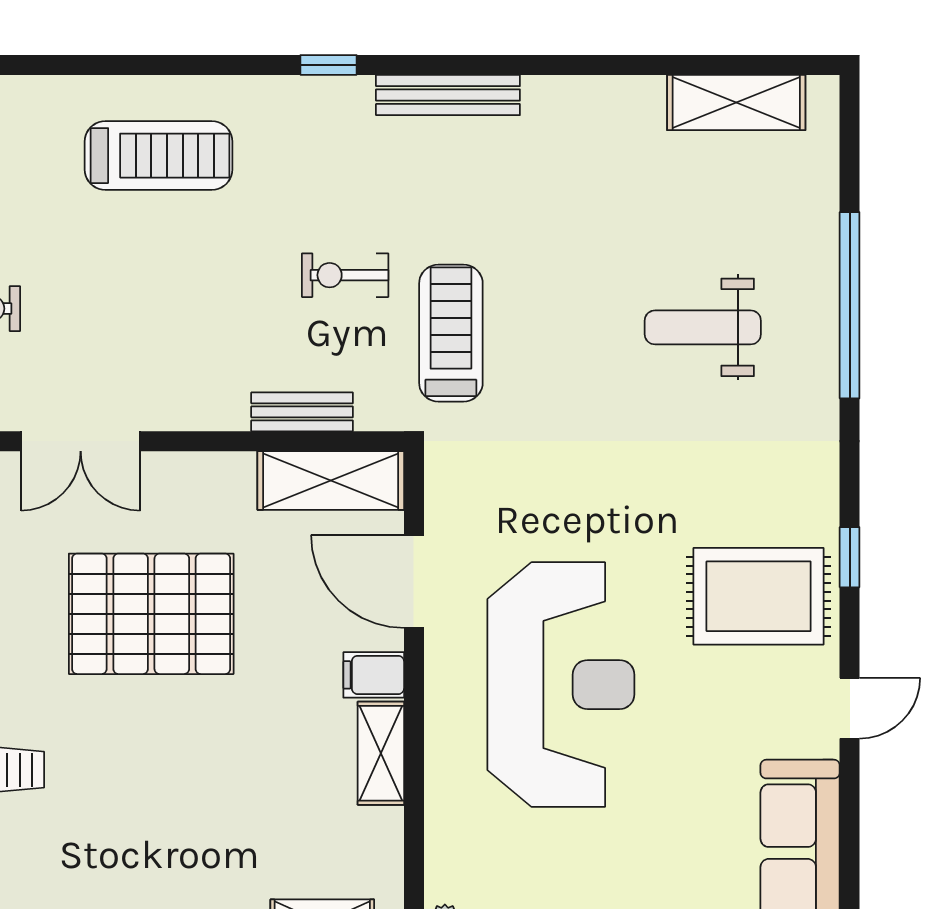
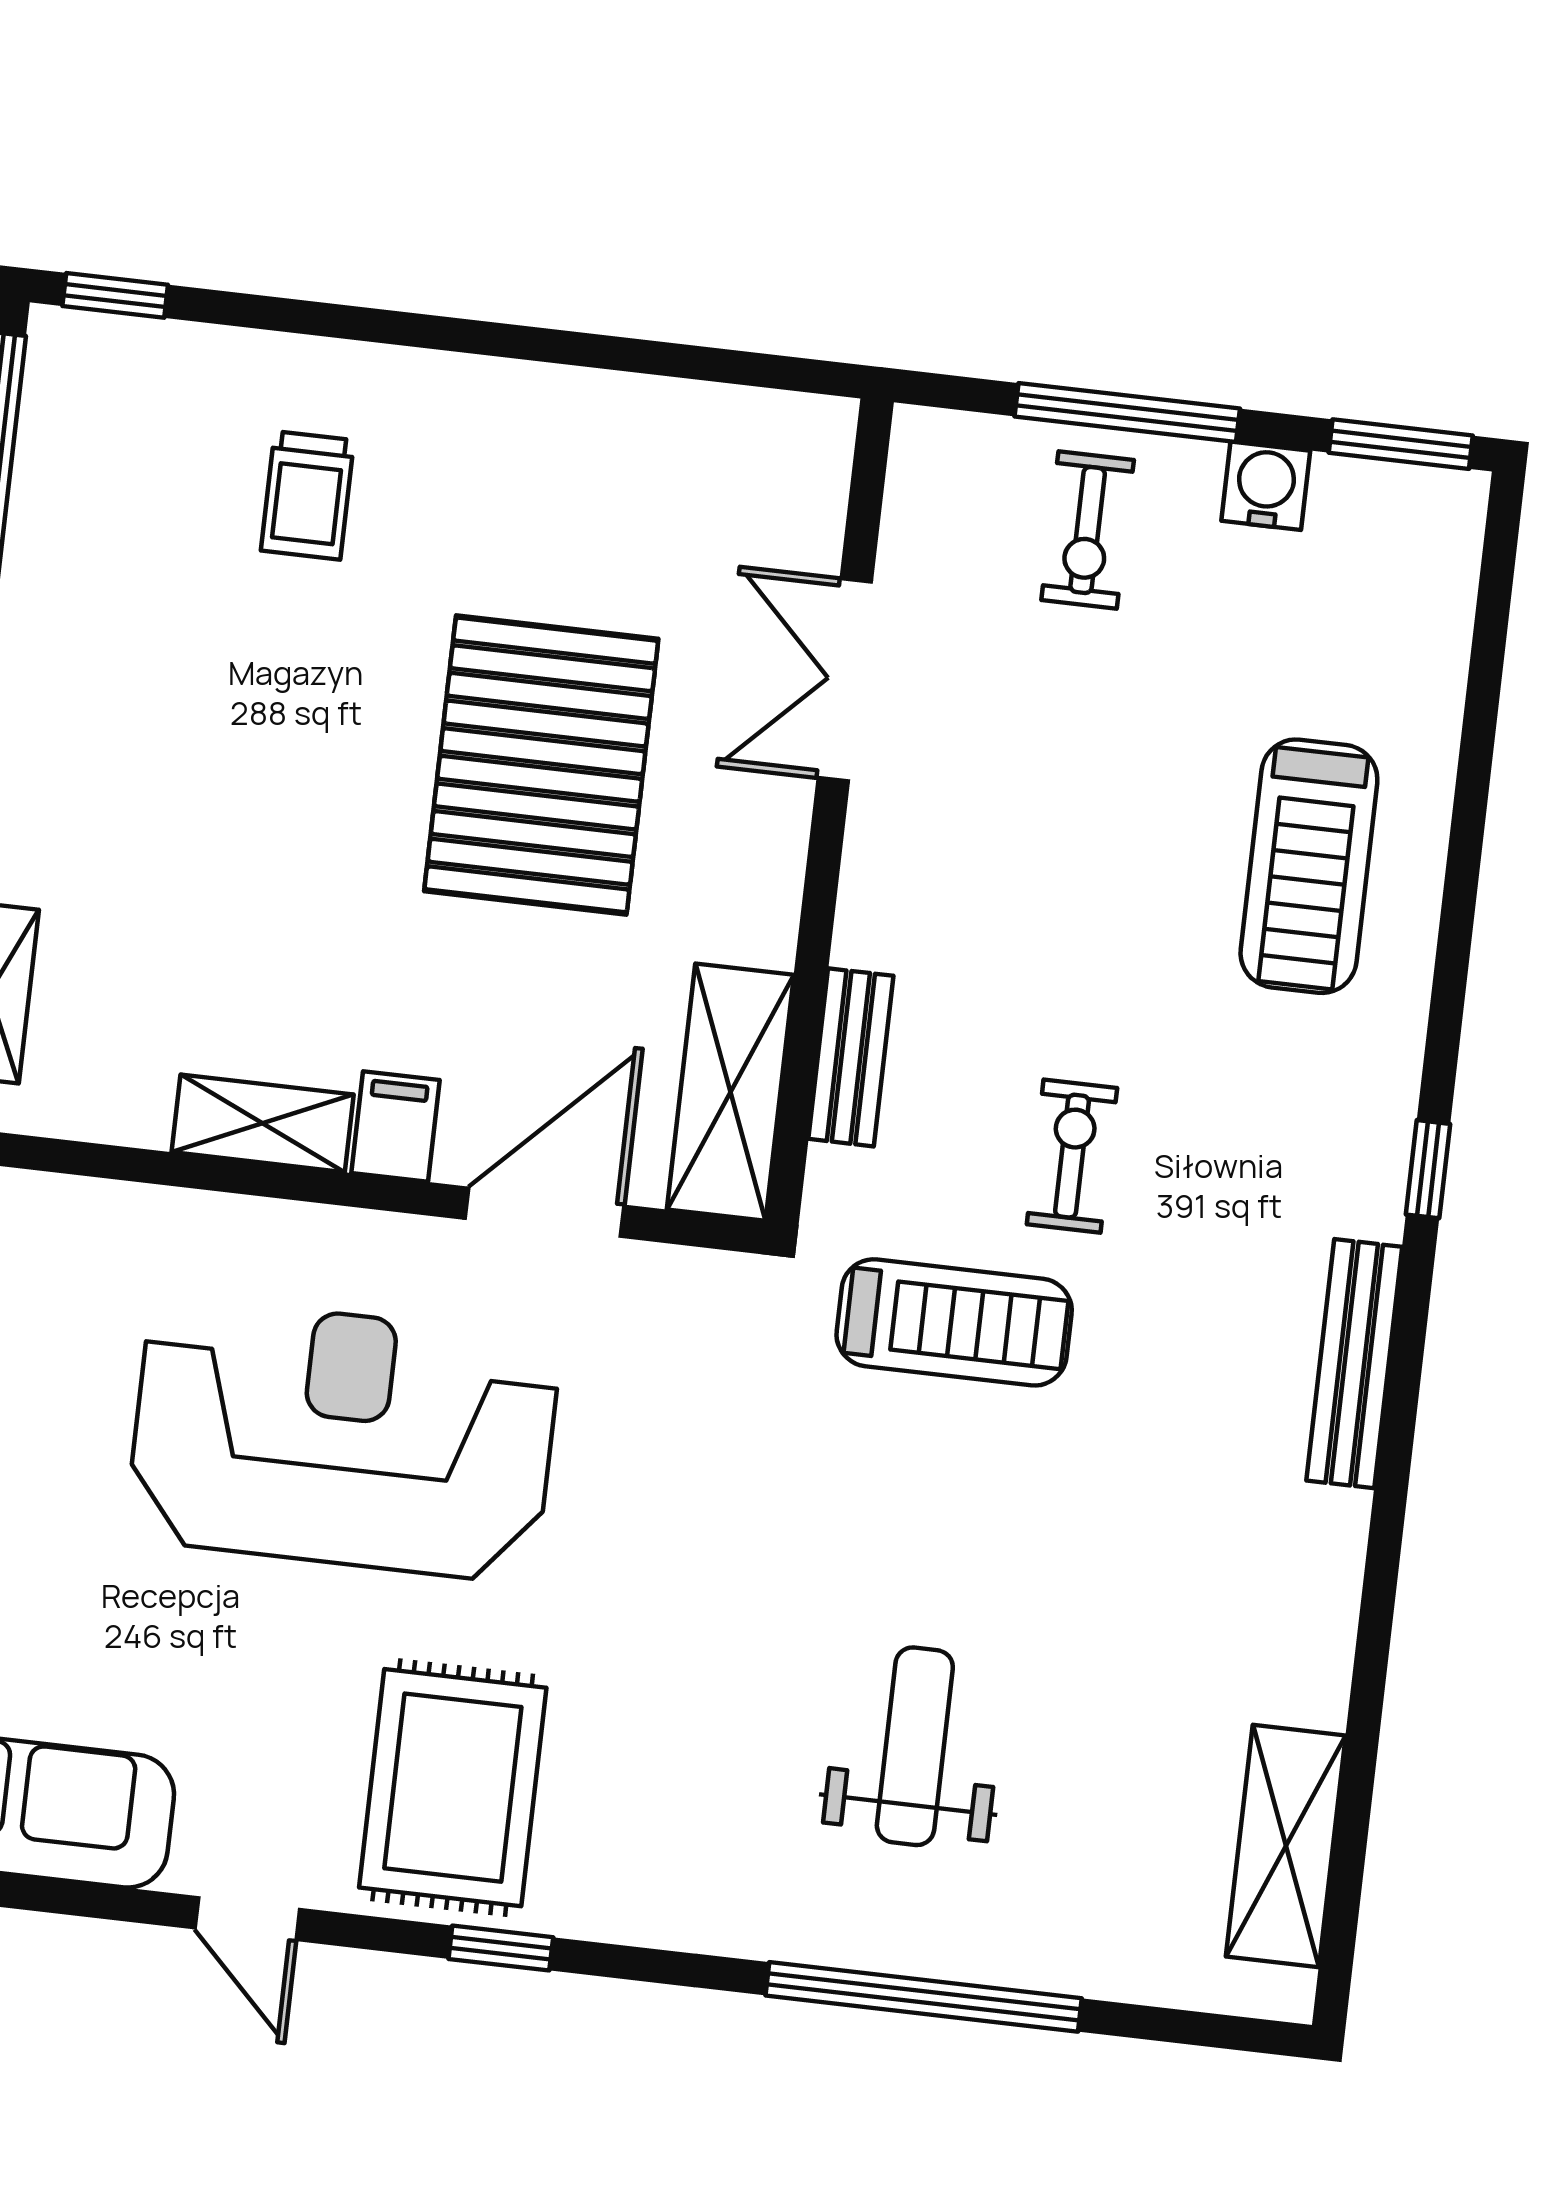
reception desk: (561, 685) -> (343, 1439), turned 180

